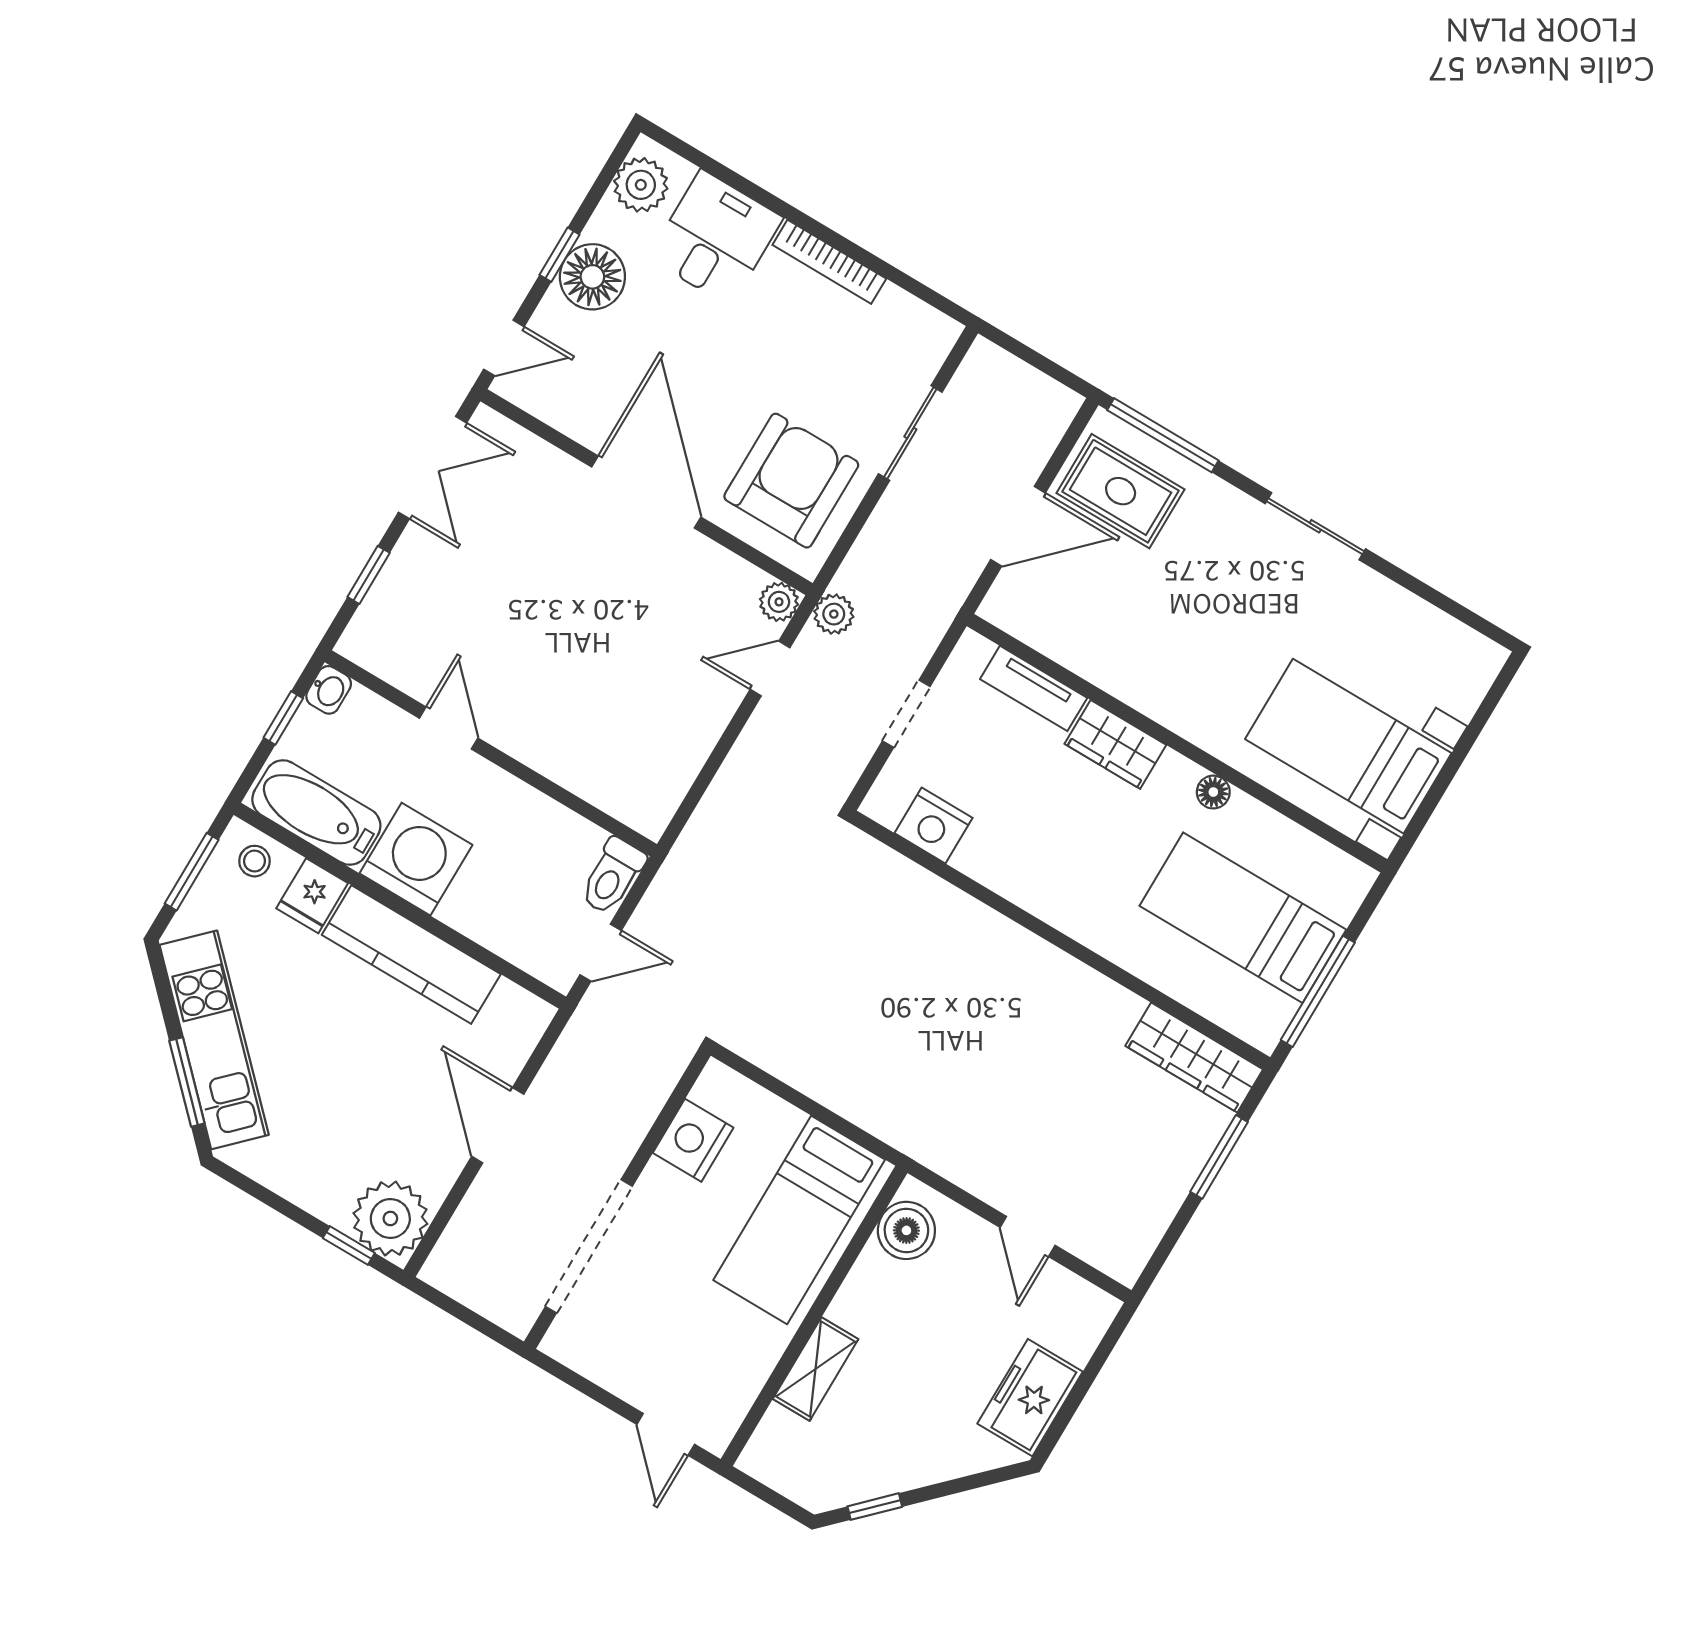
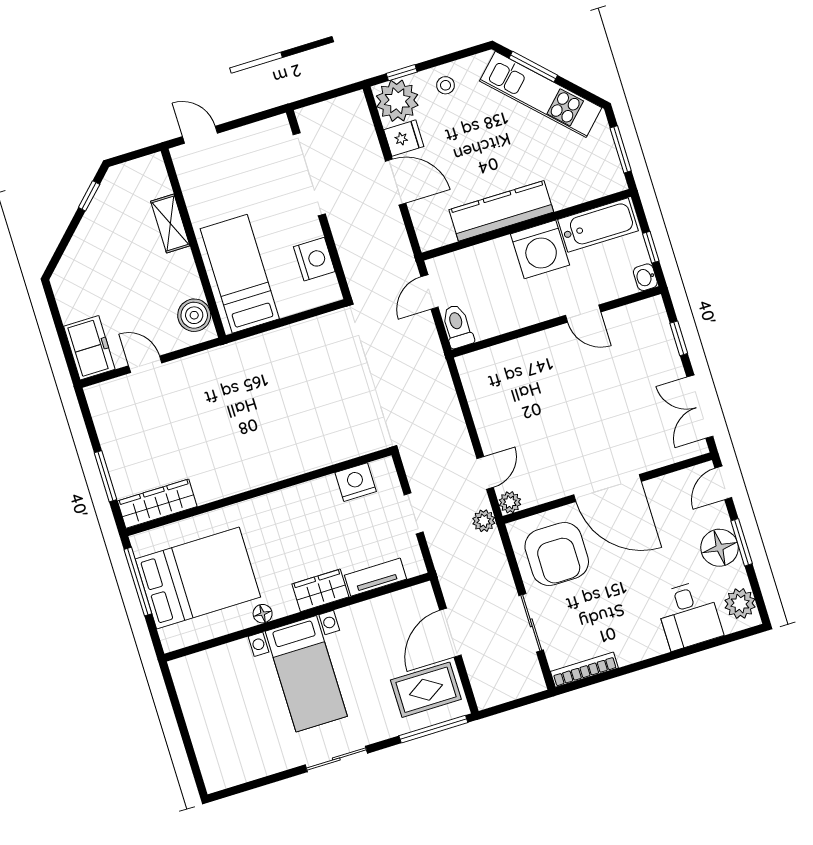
window: (559, 255) -> (742, 542), width x1.50
bookcase: (829, 262) -> (584, 670), moved
bed with nightstands: (1348, 746) -> (306, 674), moved, turned 90
stool: (254, 861) -> (446, 85), moved
fridge: (312, 896) -> (404, 138), moved, turned 90
bed: (1243, 918) -> (198, 578), width x1.50
freezer: (1030, 1398) -> (89, 348), moved

